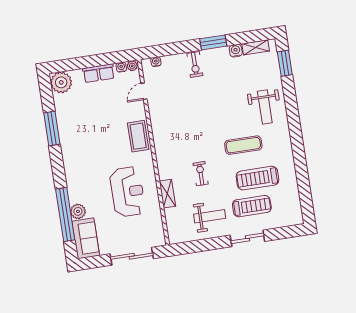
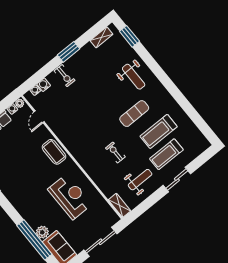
water cooler: (236, 51) -> (44, 85), moved
shelving: (167, 194) -> (119, 205), moved
treadmill: (252, 206) -> (166, 154), turned 180

